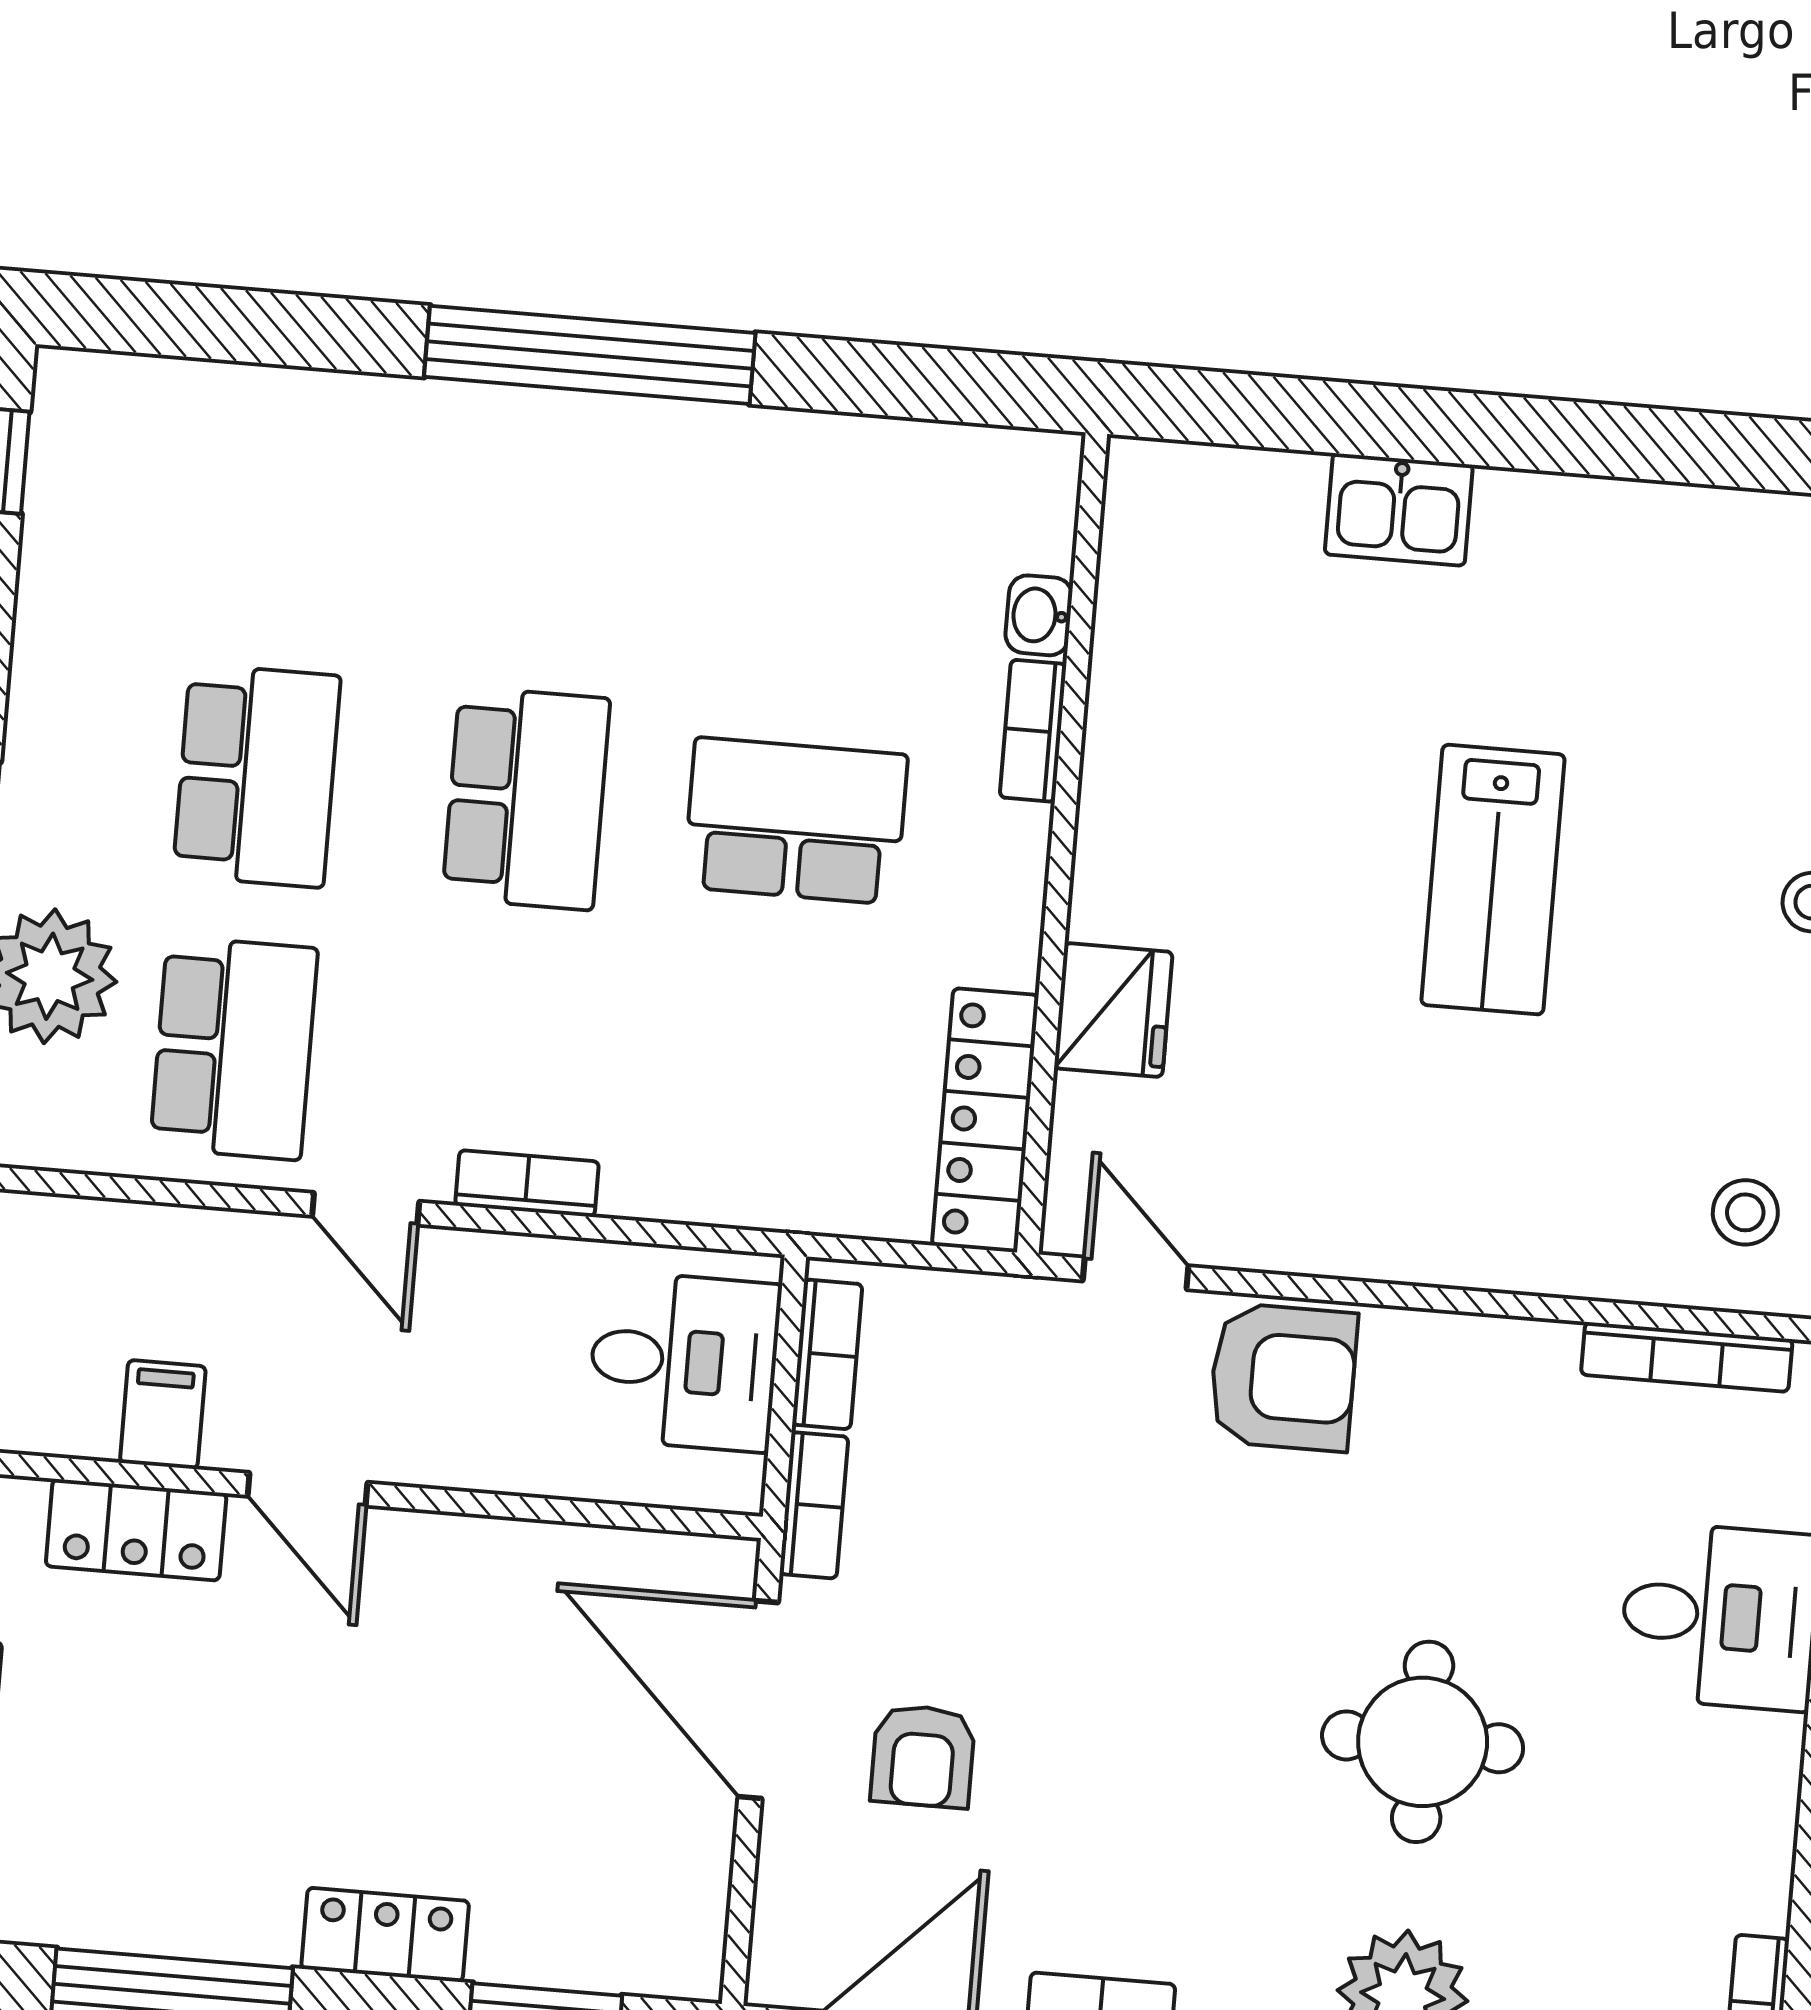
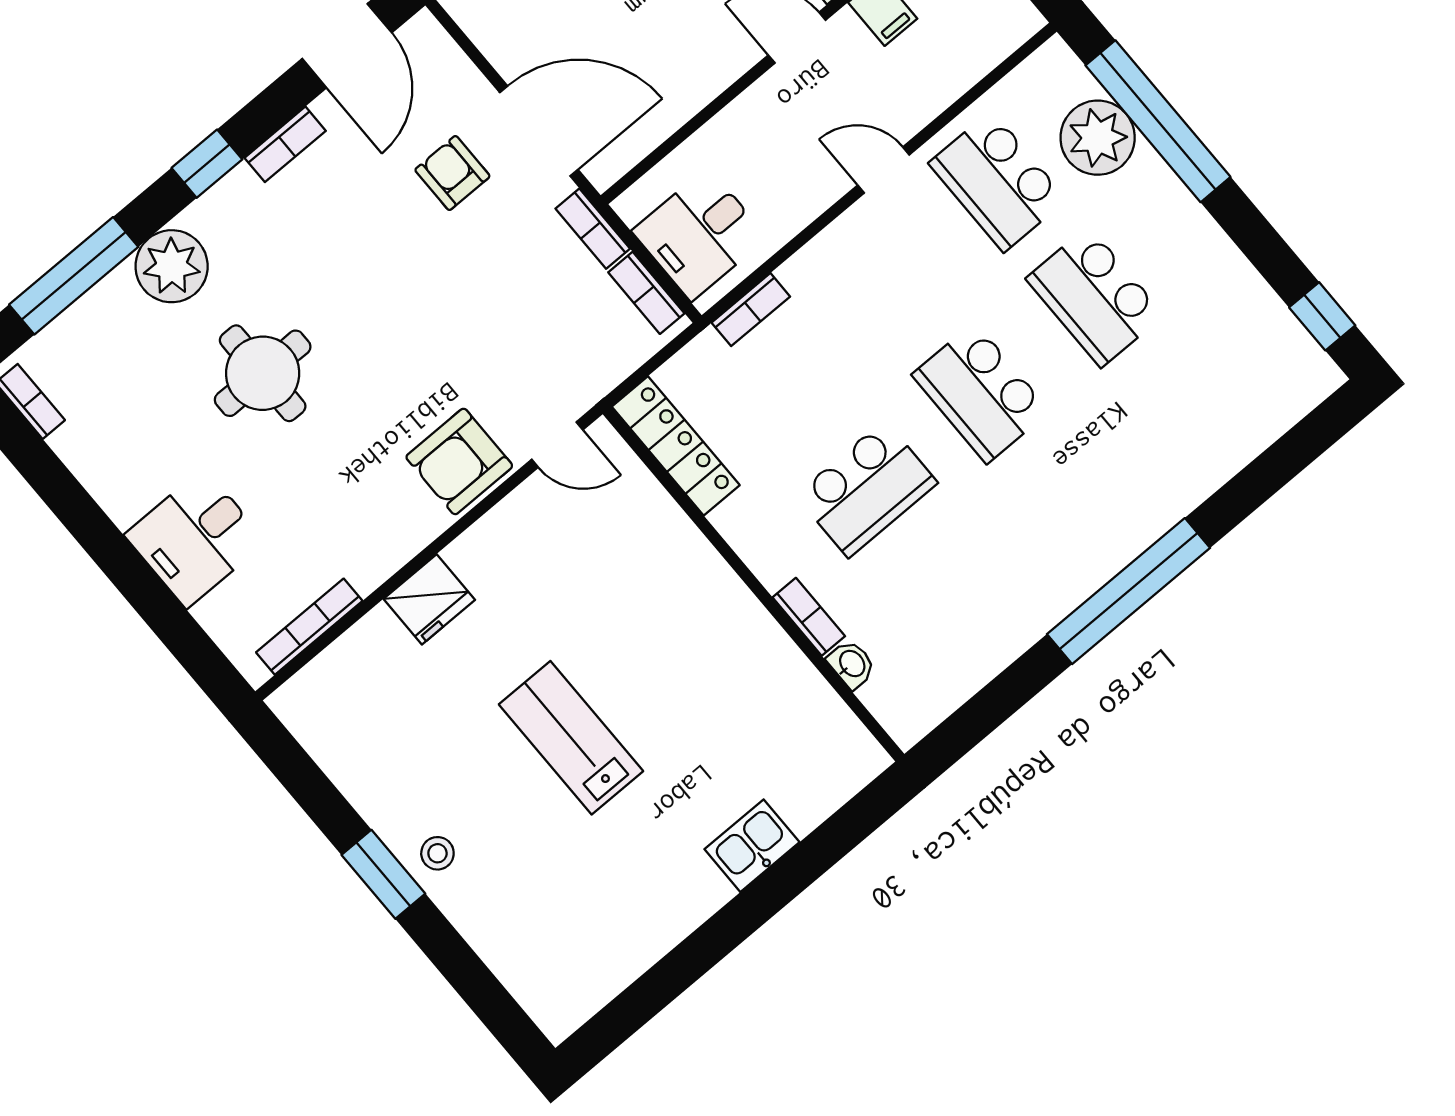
fridge: (1113, 1010) -> (429, 599), moved, turned -90
bookcase: (527, 1183) -> (751, 310), moved
stool: (1745, 1212) -> (343, 706), removed

